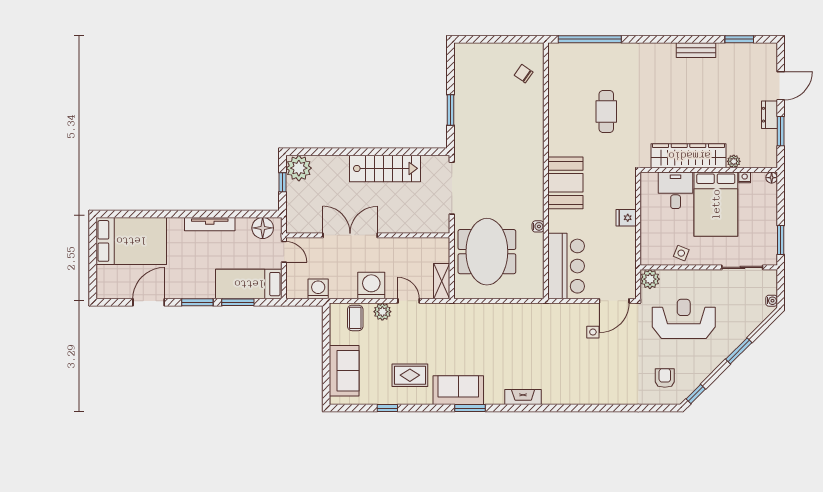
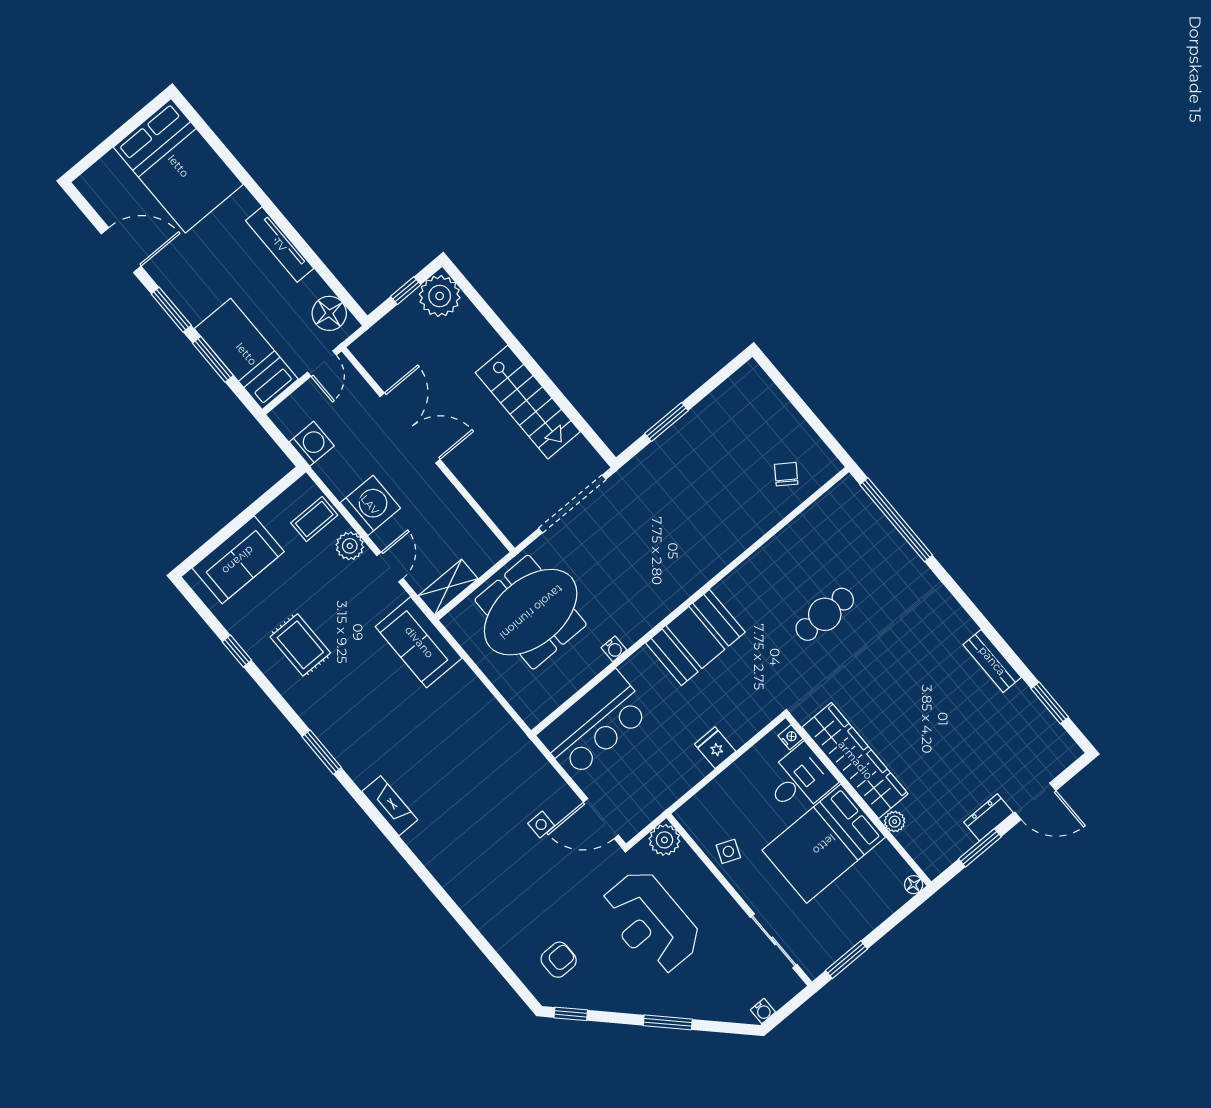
nightstand: (745, 177) -> (790, 737), moved
reception desk: (684, 319) -> (650, 922), turned 180
sofa: (458, 390) -> (419, 642), moved, turned 180

